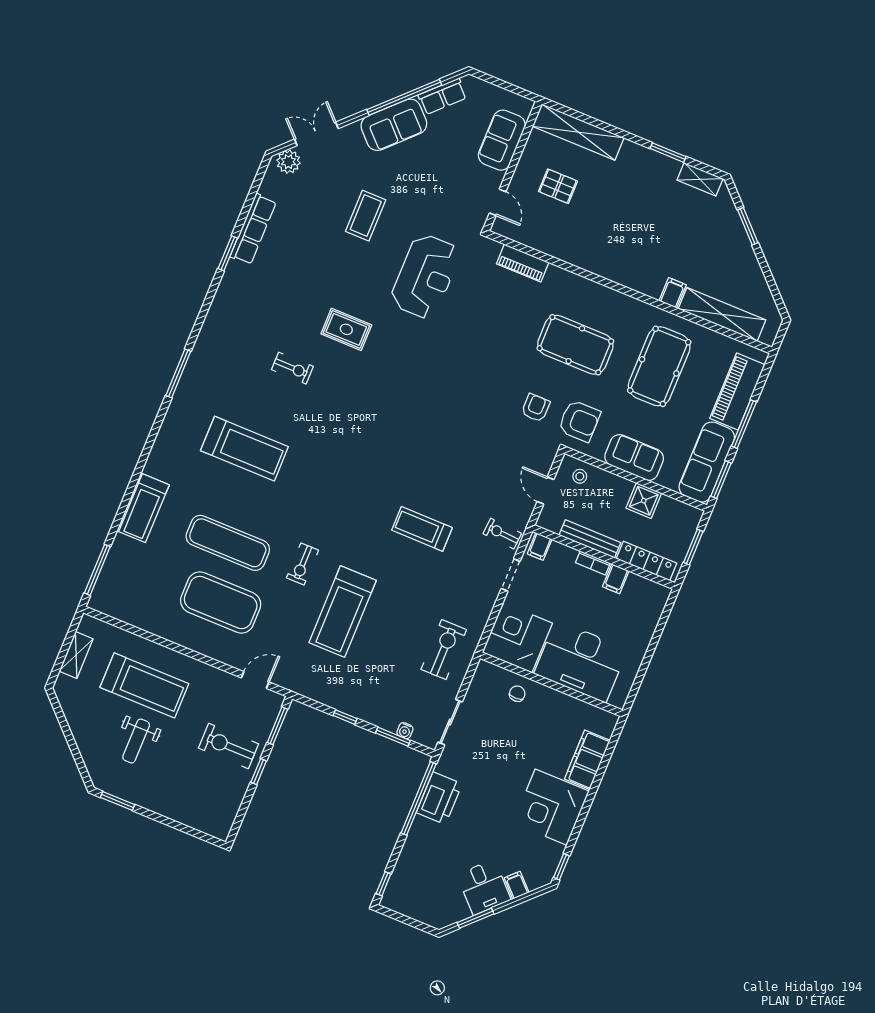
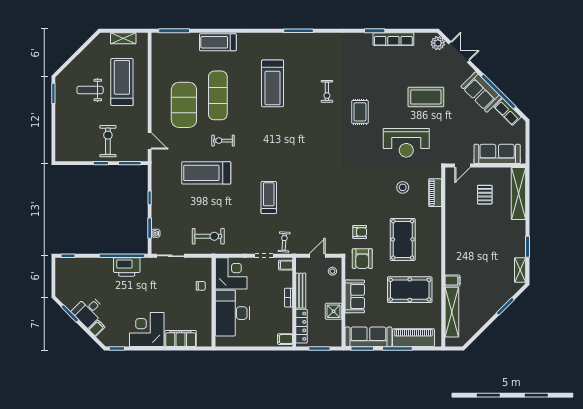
sofa: (502, 140) -> (497, 154), width x1.36
coffee table: (366, 216) -> (426, 97), width x1.36, depth x1.32
stool: (493, 311) -> (403, 187), added
filing cabinet: (616, 579) -> (285, 339), moved
treadmill: (144, 685) -> (122, 82), turned 180

